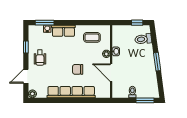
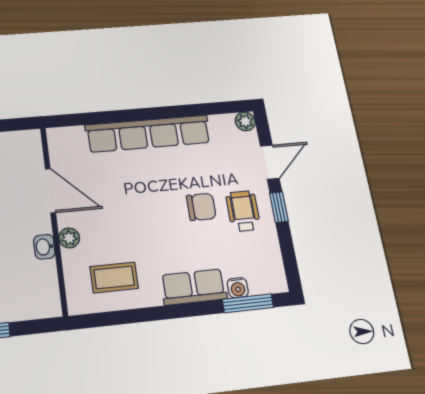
window: (26, 47) -> (279, 207), moved
chair: (78, 69) -> (201, 207), moved

